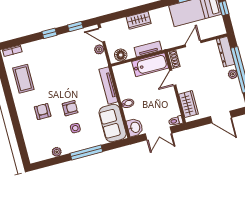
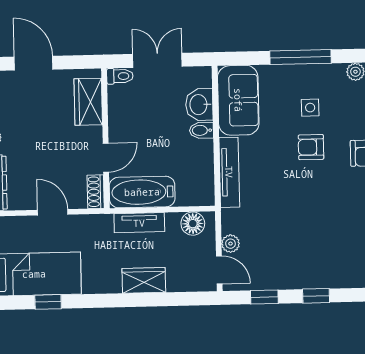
door: (193, 44) -> (53, 212), swing flipped
washbasin: (135, 127) -> (199, 105), moved

